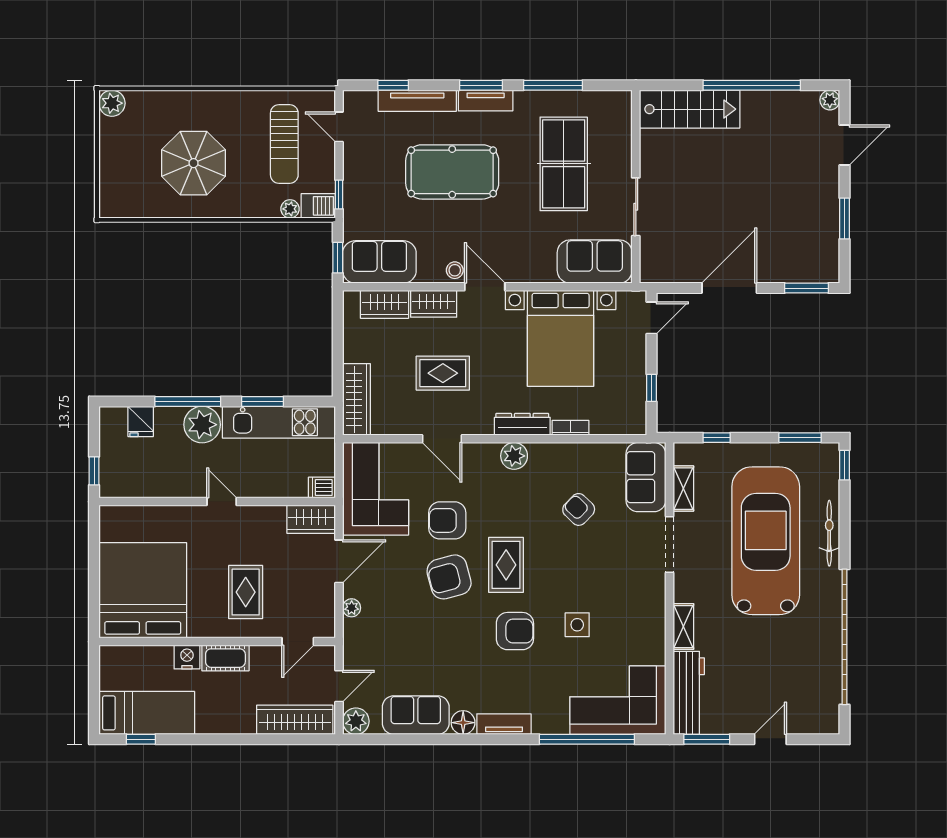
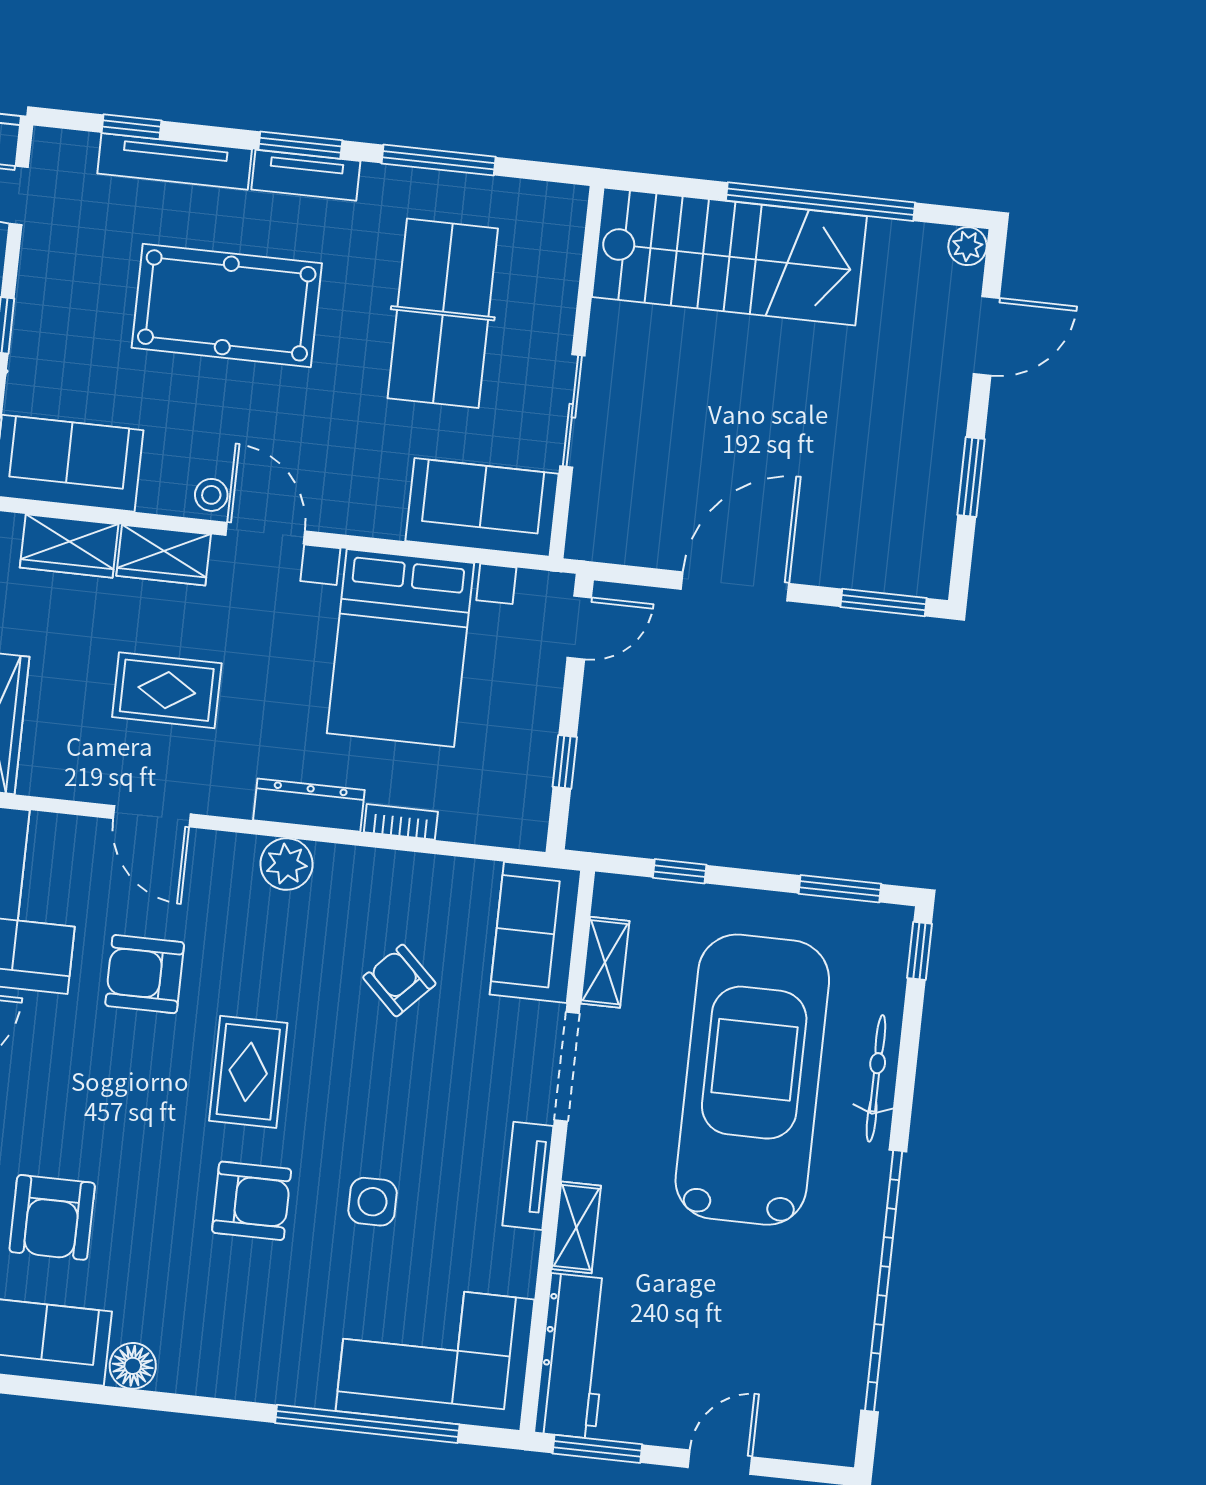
stairs: (690, 109) -> (729, 257), width x1.36, depth x1.51
armchair: (449, 577) -> (52, 1217), moved, turned -75
tv unit: (504, 724) -> (528, 1176), moved, turned -90

